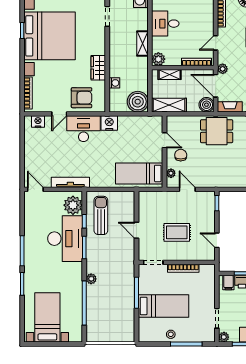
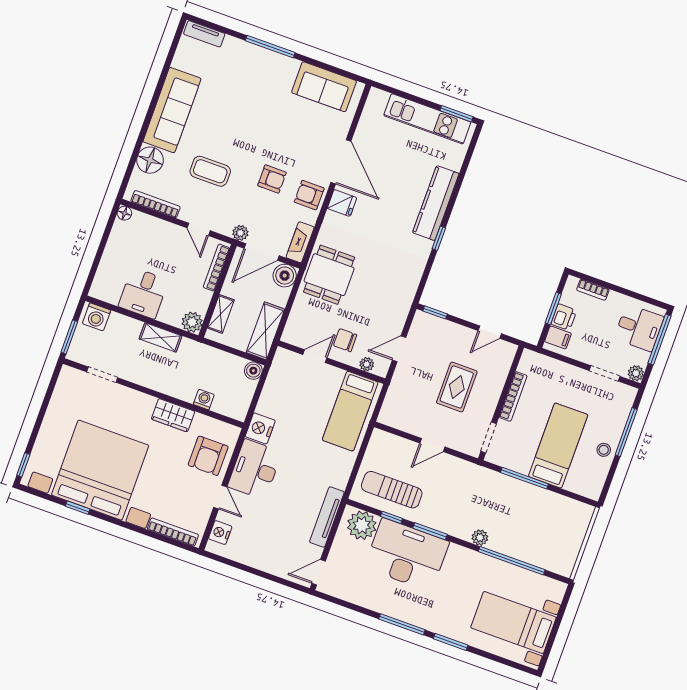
armchair: (82, 98) -> (208, 456), turned 180
boiler: (138, 102) -> (253, 371), width x0.54, depth x0.54

